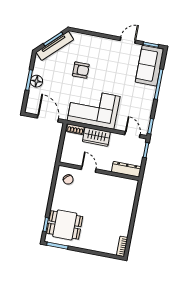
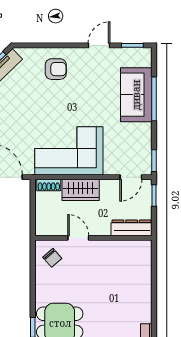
sofa: (149, 66) -> (136, 95), moved
armchair: (81, 70) -> (56, 69), moved
door: (132, 135) -> (131, 177), swing flipped

